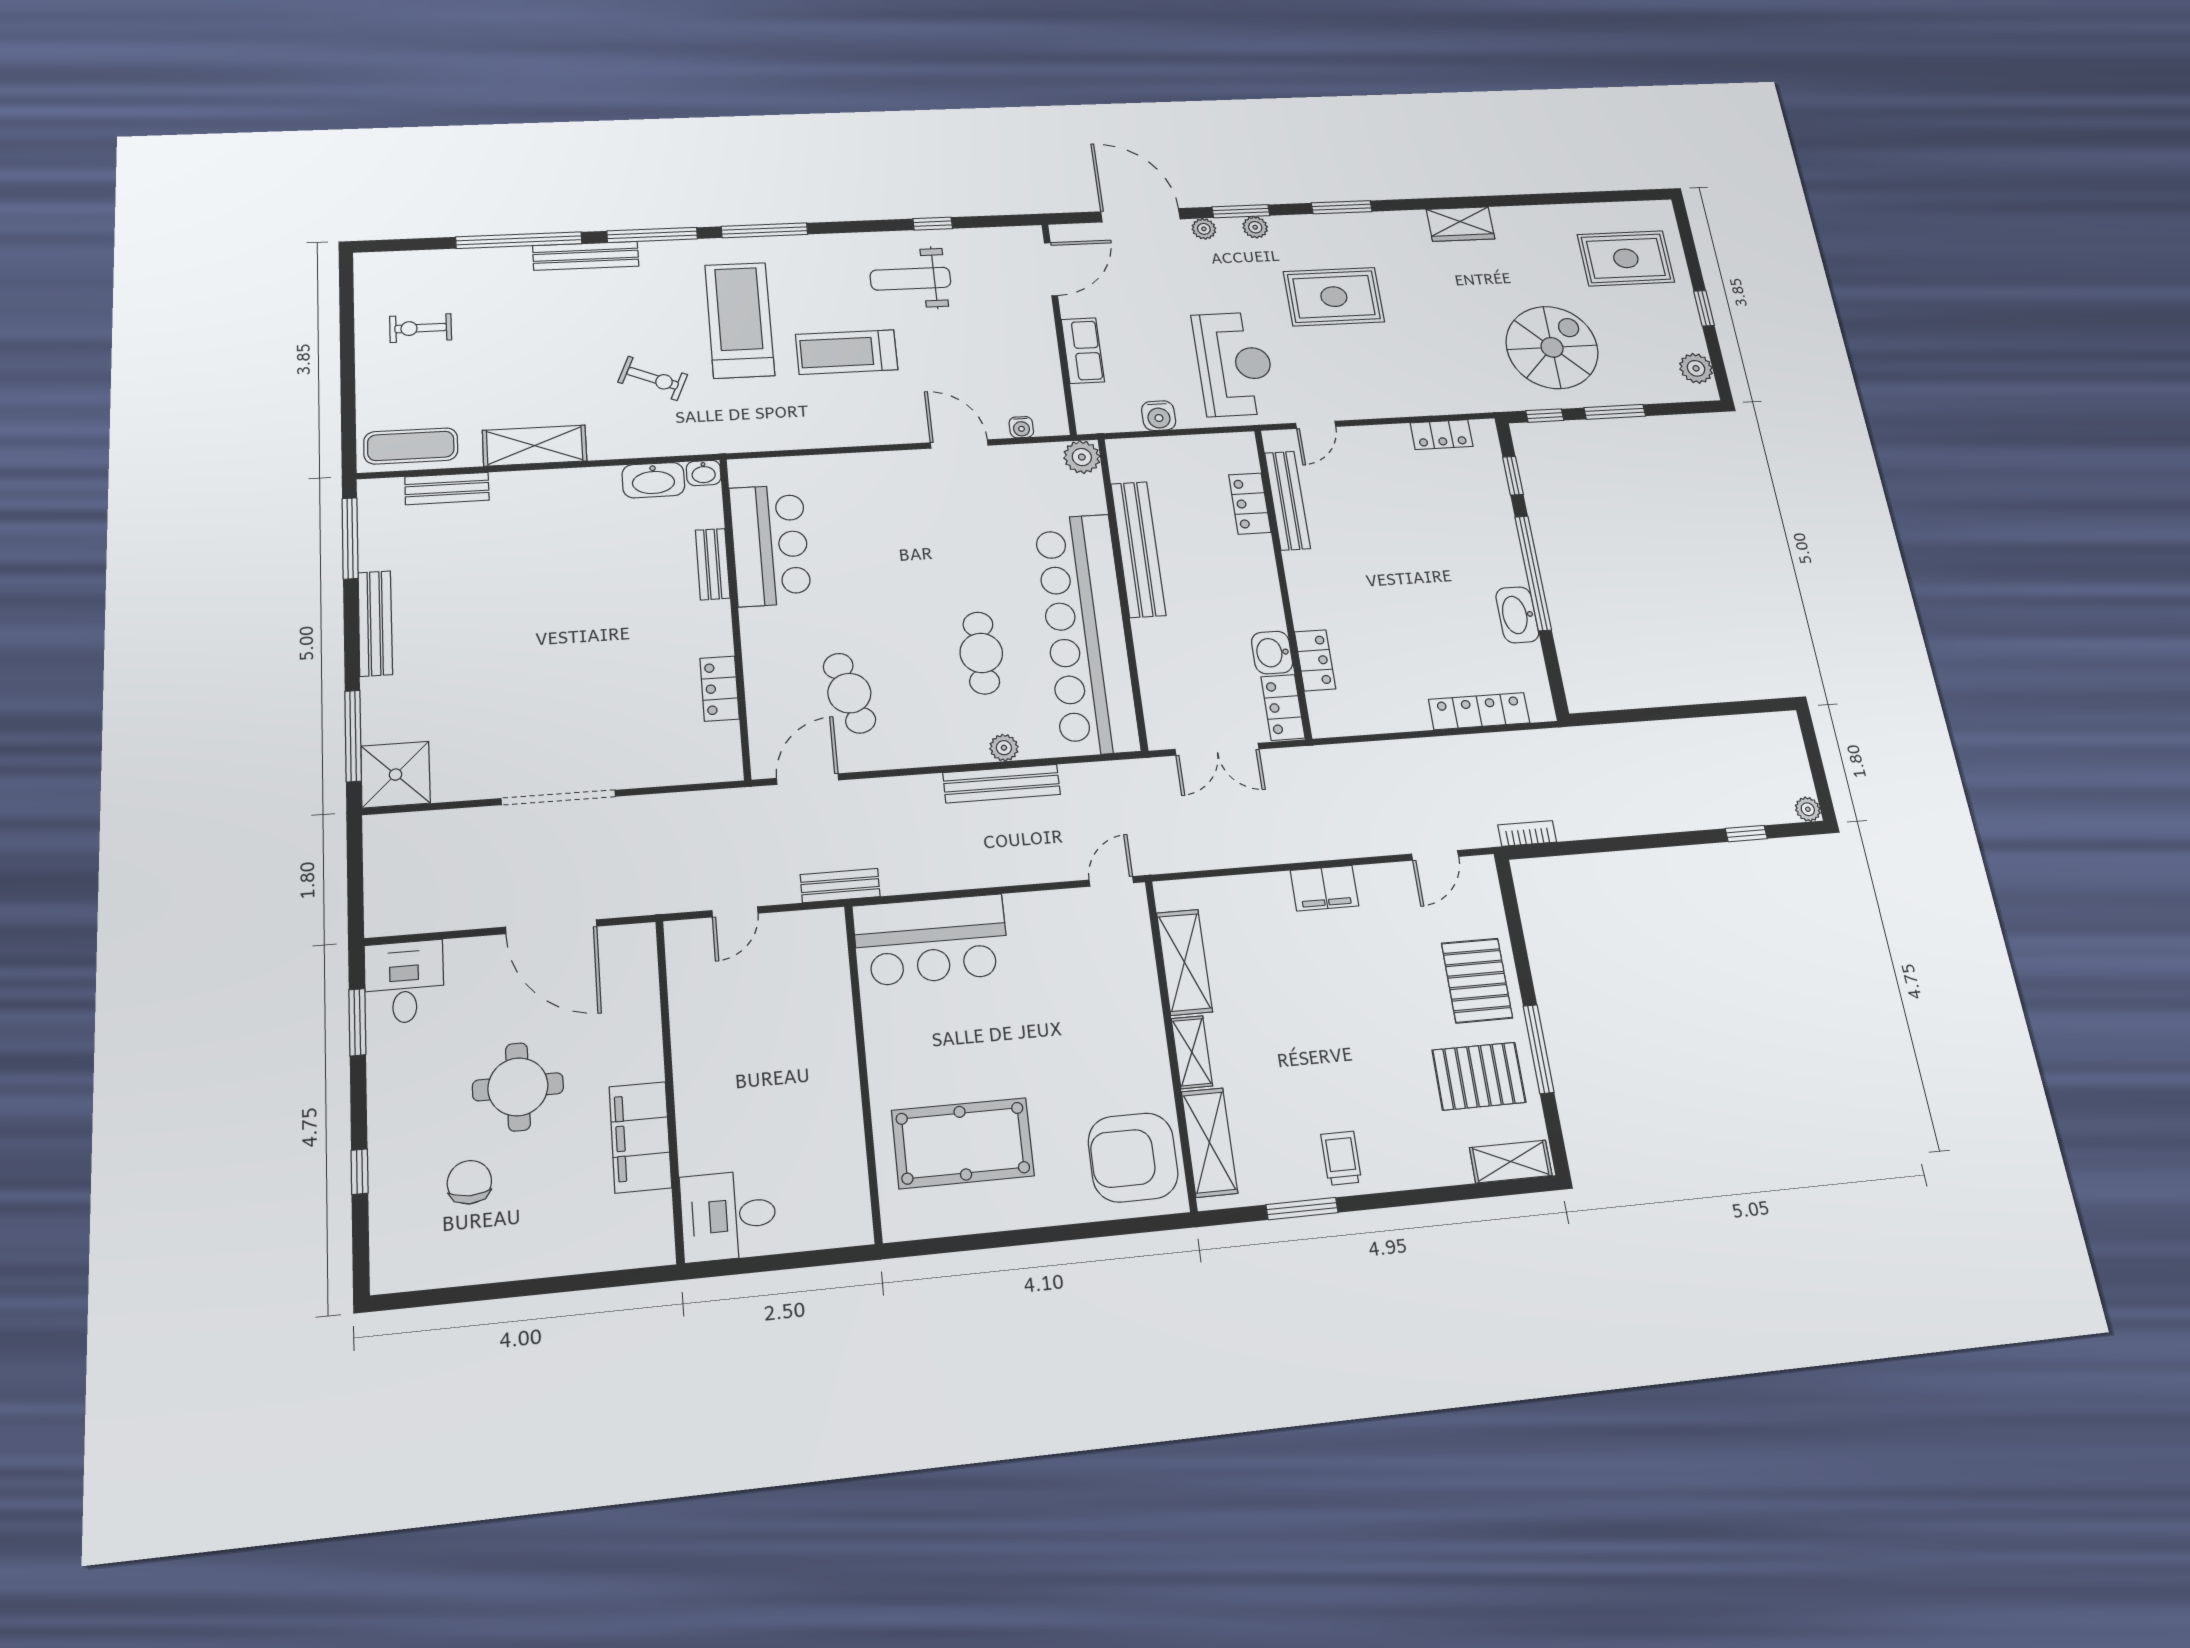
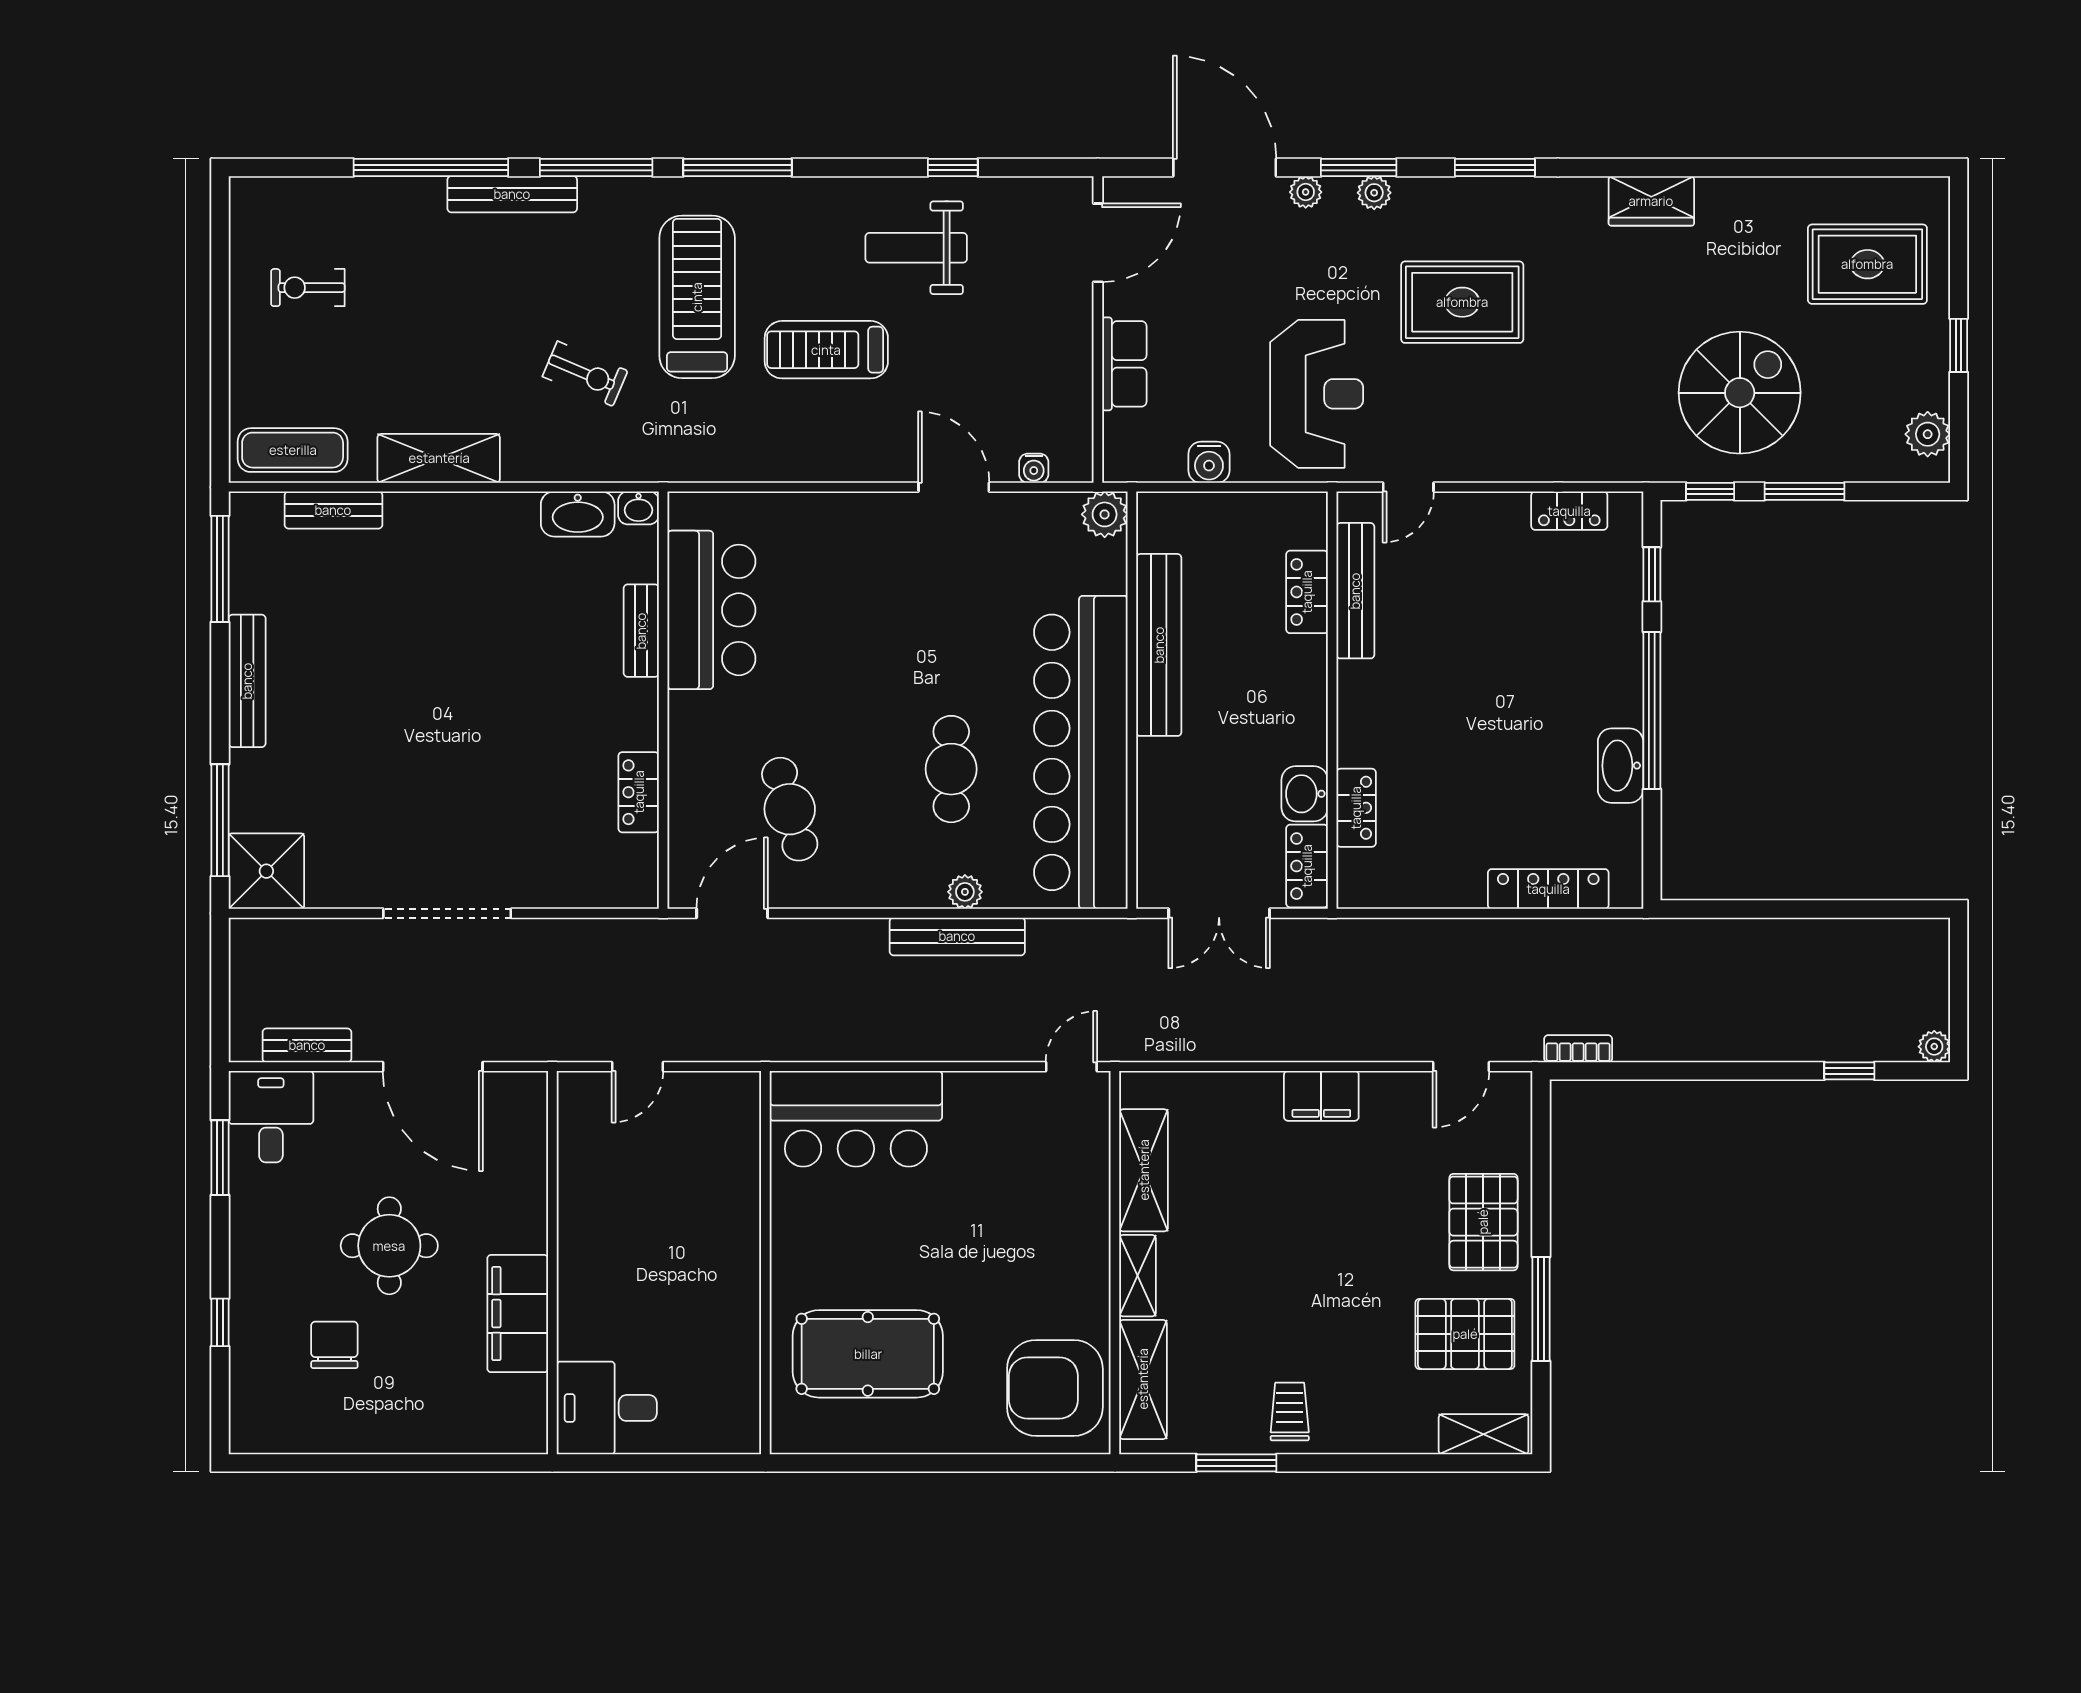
bench: (840, 886) -> (307, 1045), moved

